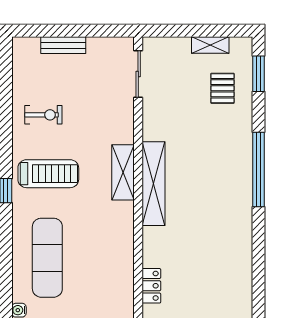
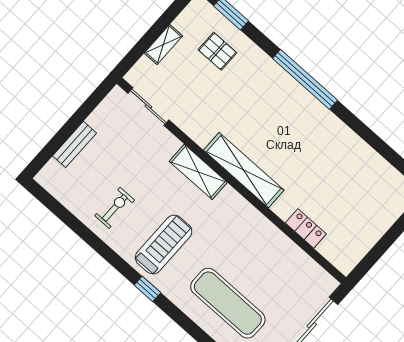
shelving: (210, 45) -> (163, 44), moved
shelving: (123, 172) -> (198, 172), moved
locker: (151, 286) -> (306, 228), moved

